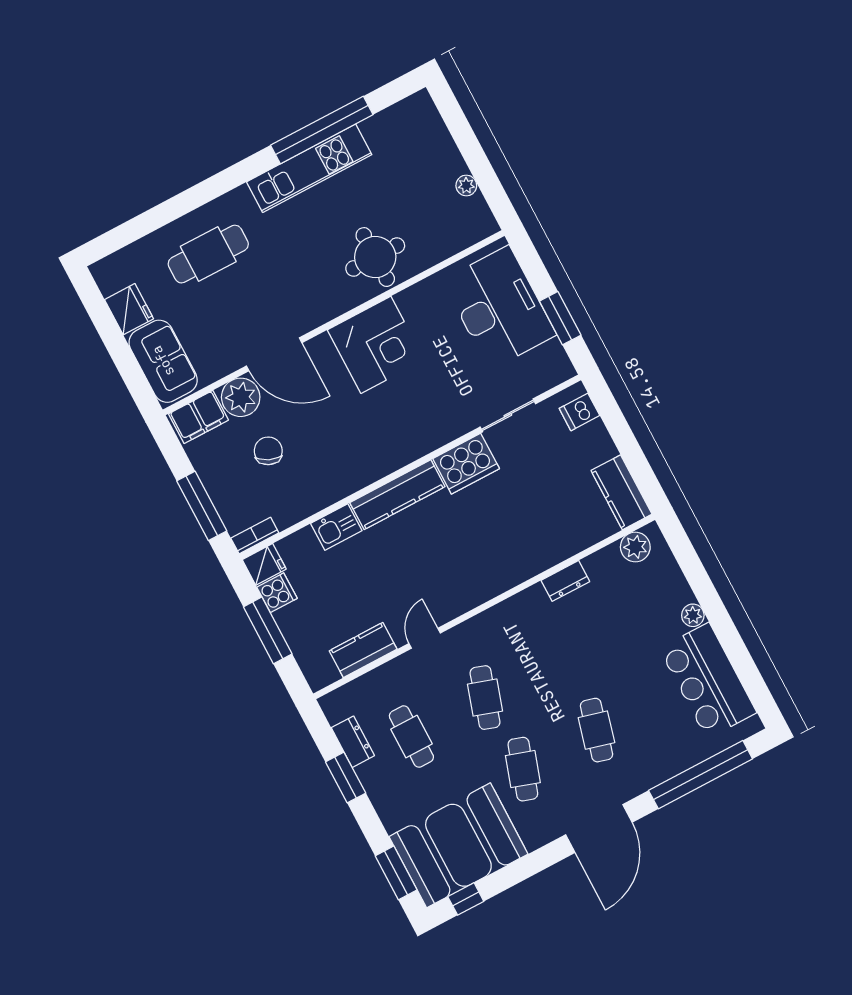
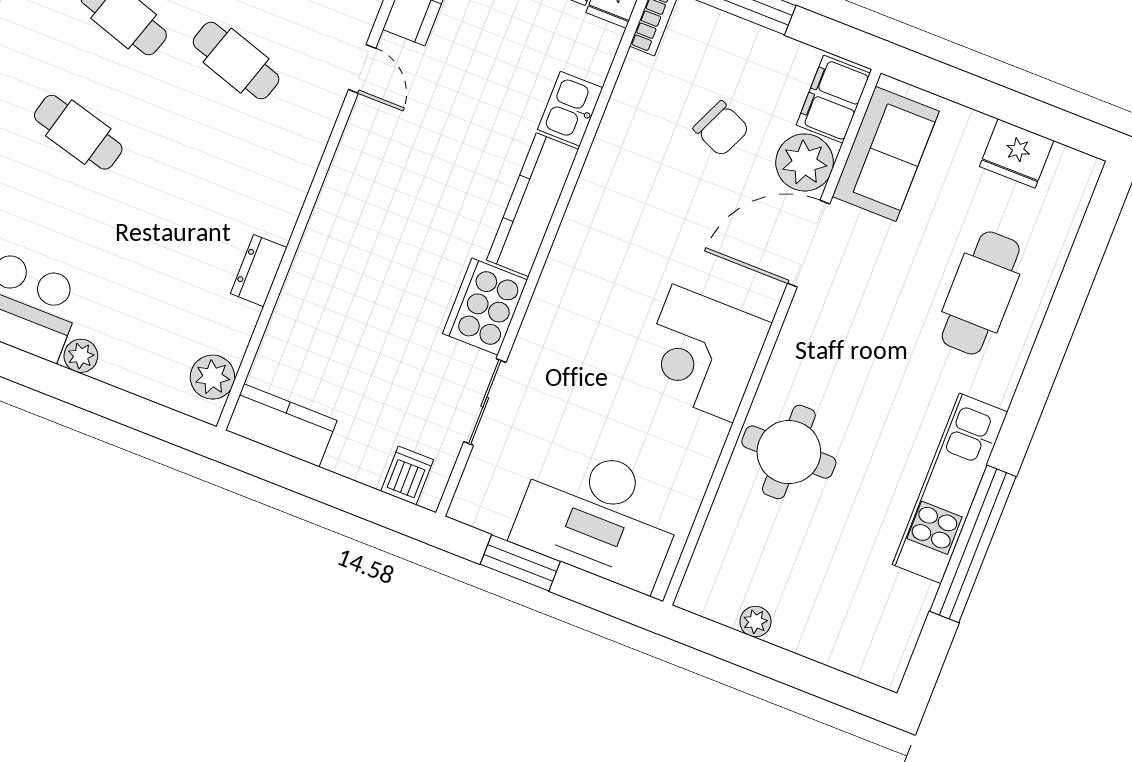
sofa: (163, 361) -> (886, 154), moved, turned -90

